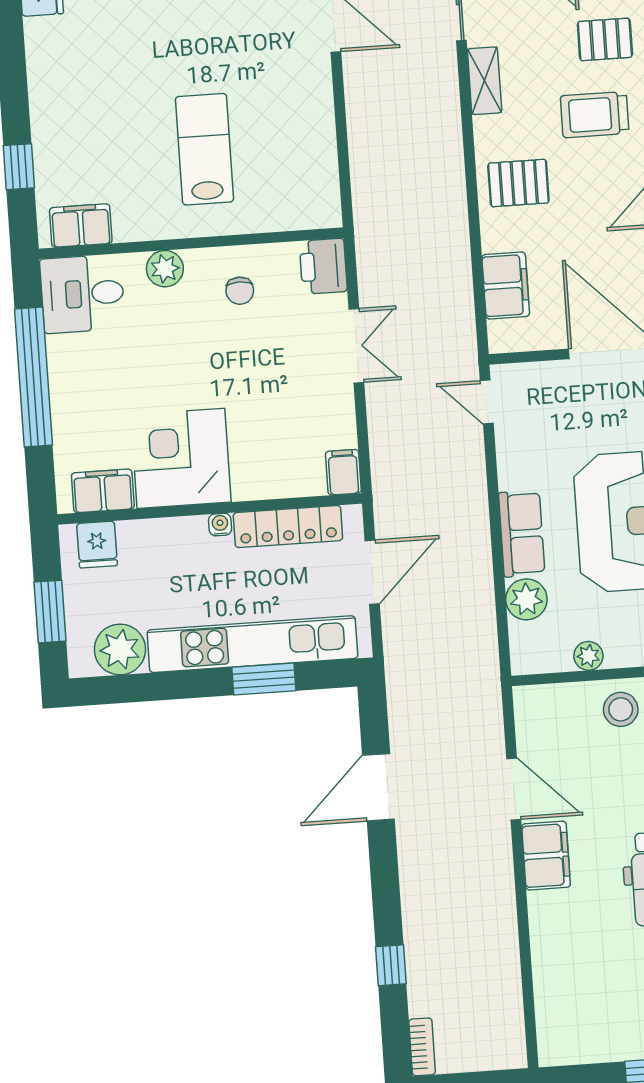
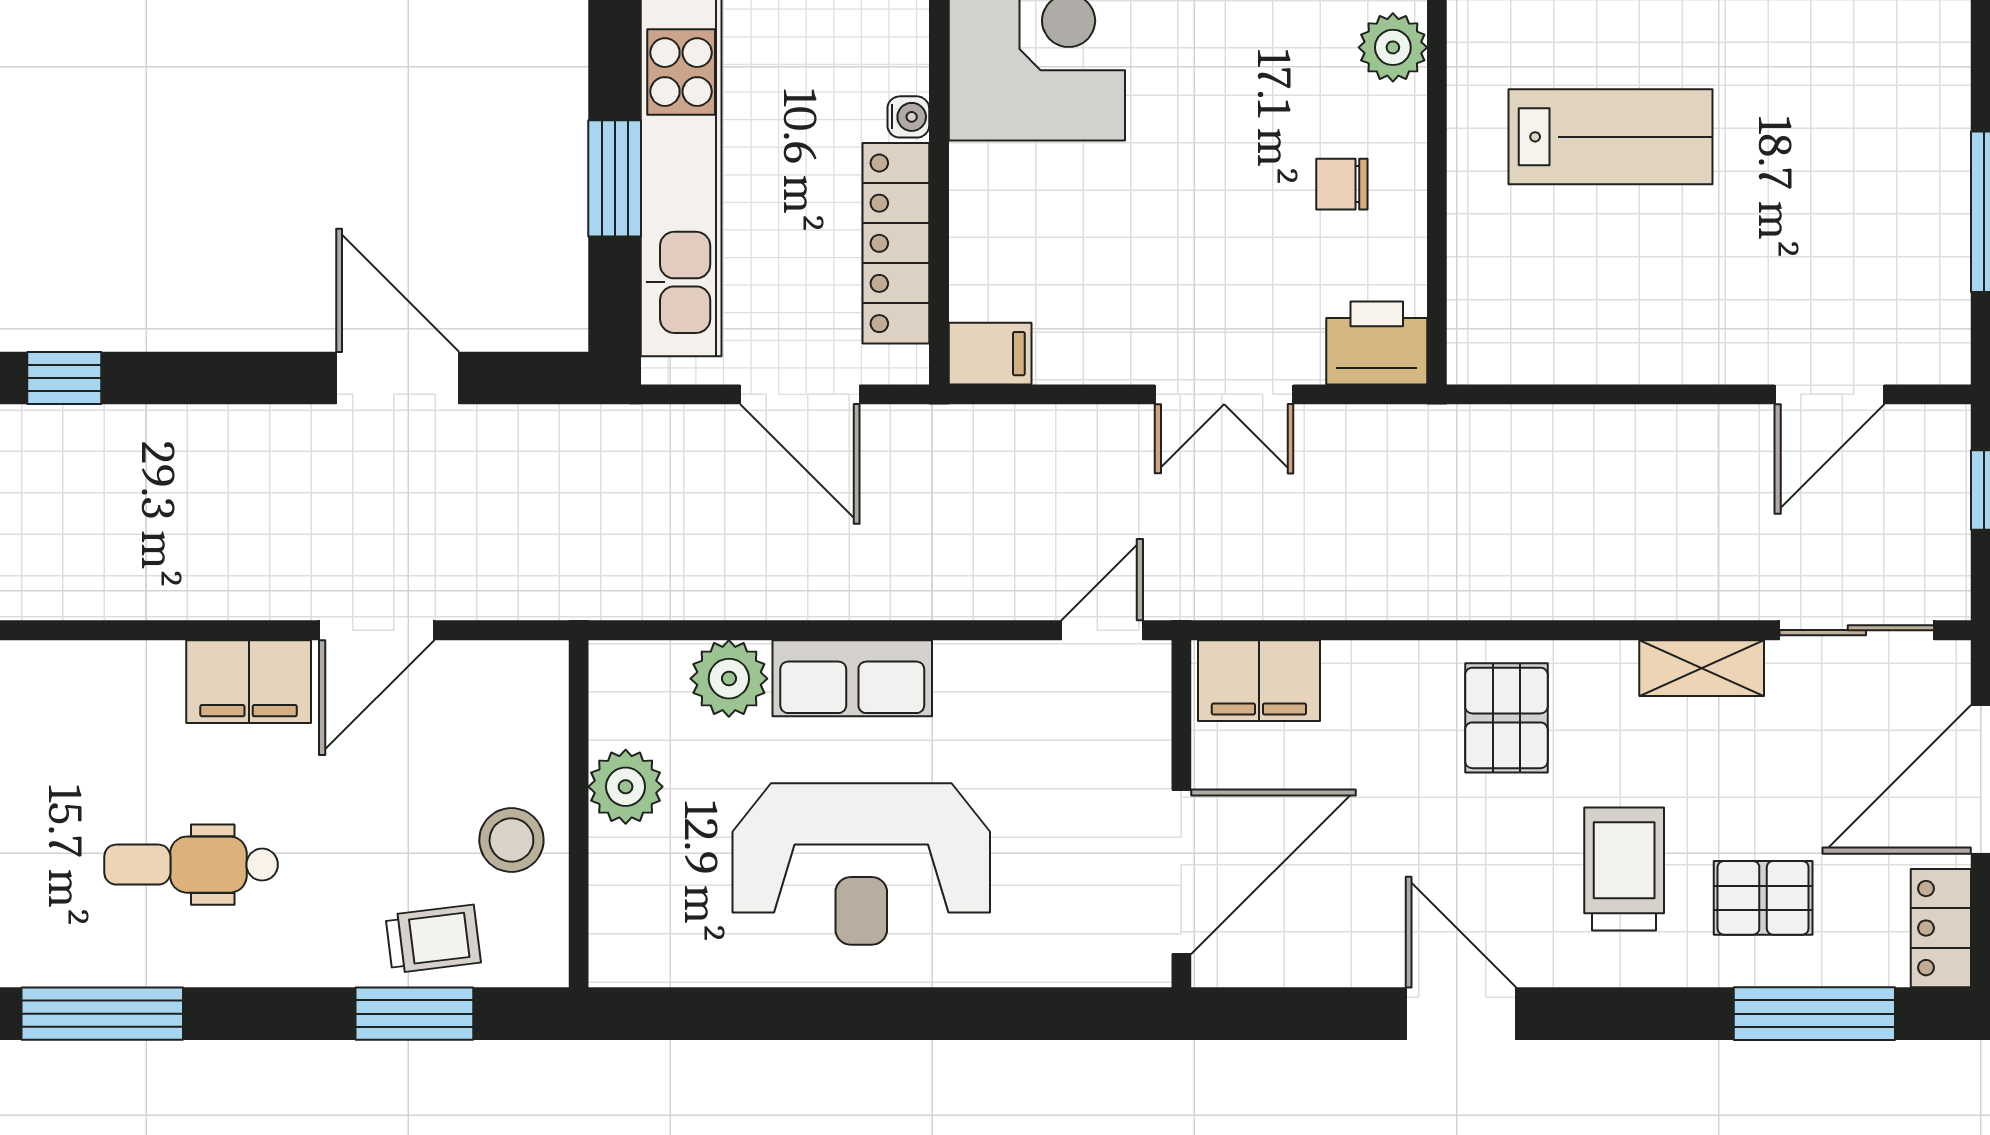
pallet: (605, 39) -> (1763, 898), turned 90
filing cabinet: (506, 286) -> (1259, 681), moved
plant: (588, 656) -> (626, 787), width x1.38, depth x1.38

